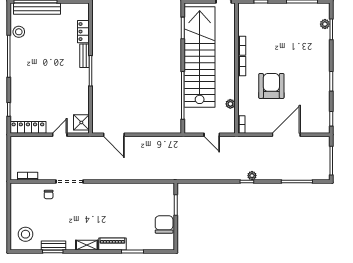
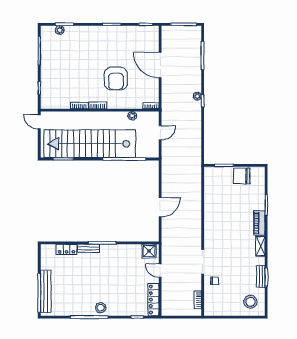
stool: (19, 32) -> (101, 308), moved
armchair: (271, 86) -> (116, 79), turned -90
door: (114, 135) -> (160, 207), moved

